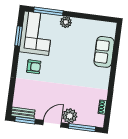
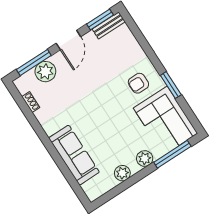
plant: (85, 25) -> (122, 173), added
window: (19, 36) -> (171, 85), moved
sofa: (104, 52) -> (74, 155), width x1.36
plant: (70, 116) -> (45, 72), moved

